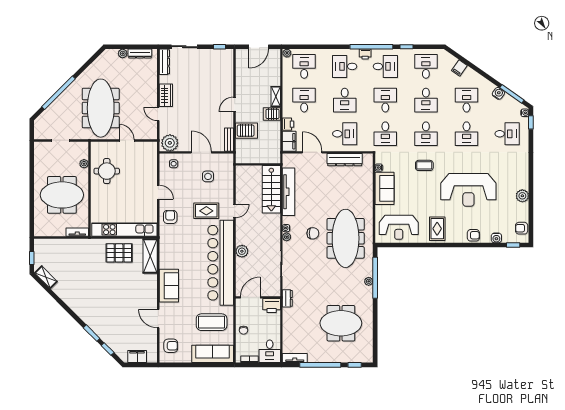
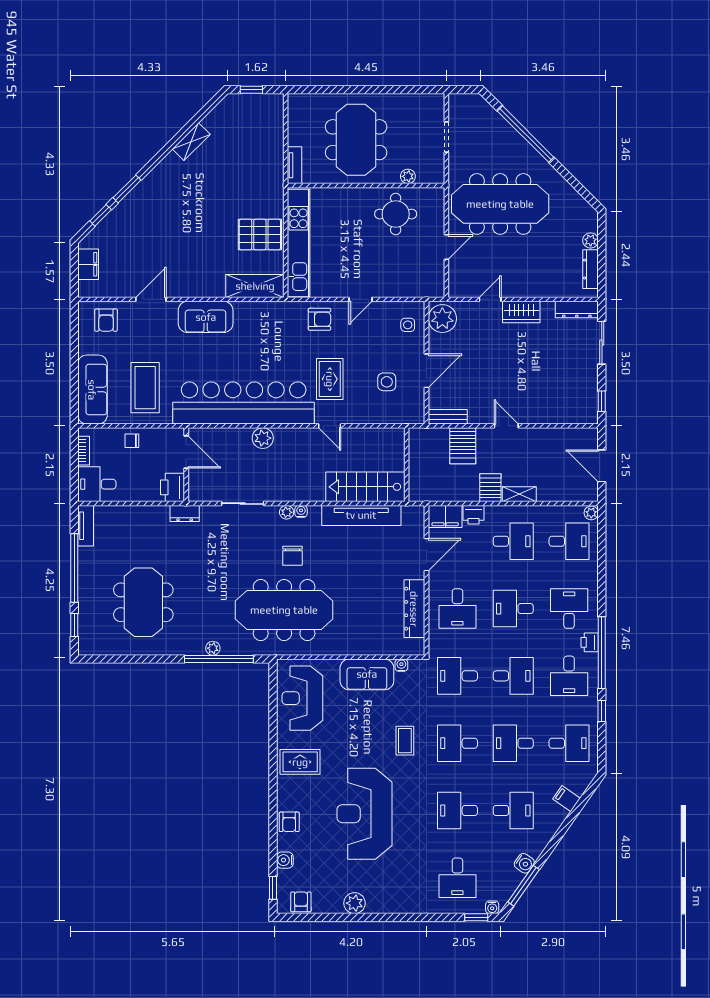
pallet: (119, 253) -> (260, 235), turned 90
shelving: (46, 277) -> (191, 142), moved

